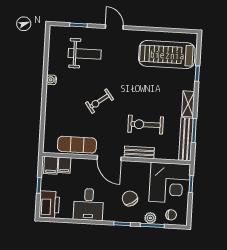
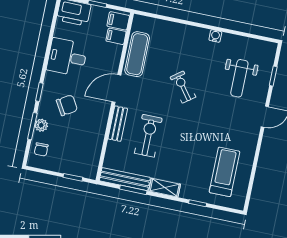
treadmill: (167, 55) -> (224, 172), width x0.73, depth x0.73
corner desk: (170, 183) -> (78, 153), removed

